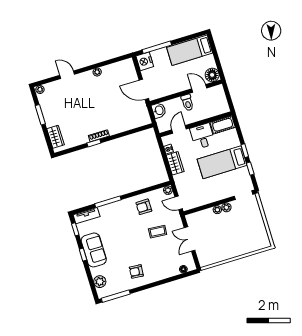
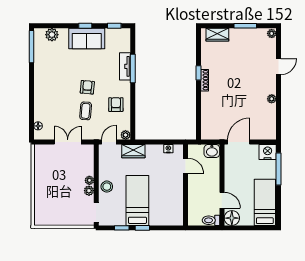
door: (199, 88) -> (222, 200), hinge flipped
toilet: (187, 102) -> (211, 220), moved
cot: (223, 125) -> (176, 213), removed
desk: (202, 136) -> (171, 188), removed
wardrobe: (175, 163) -> (133, 151), moved
stool: (218, 193) -> (107, 187), added
tv unit: (87, 216) -> (125, 66), moved
armchair: (136, 271) -> (87, 87), moved

